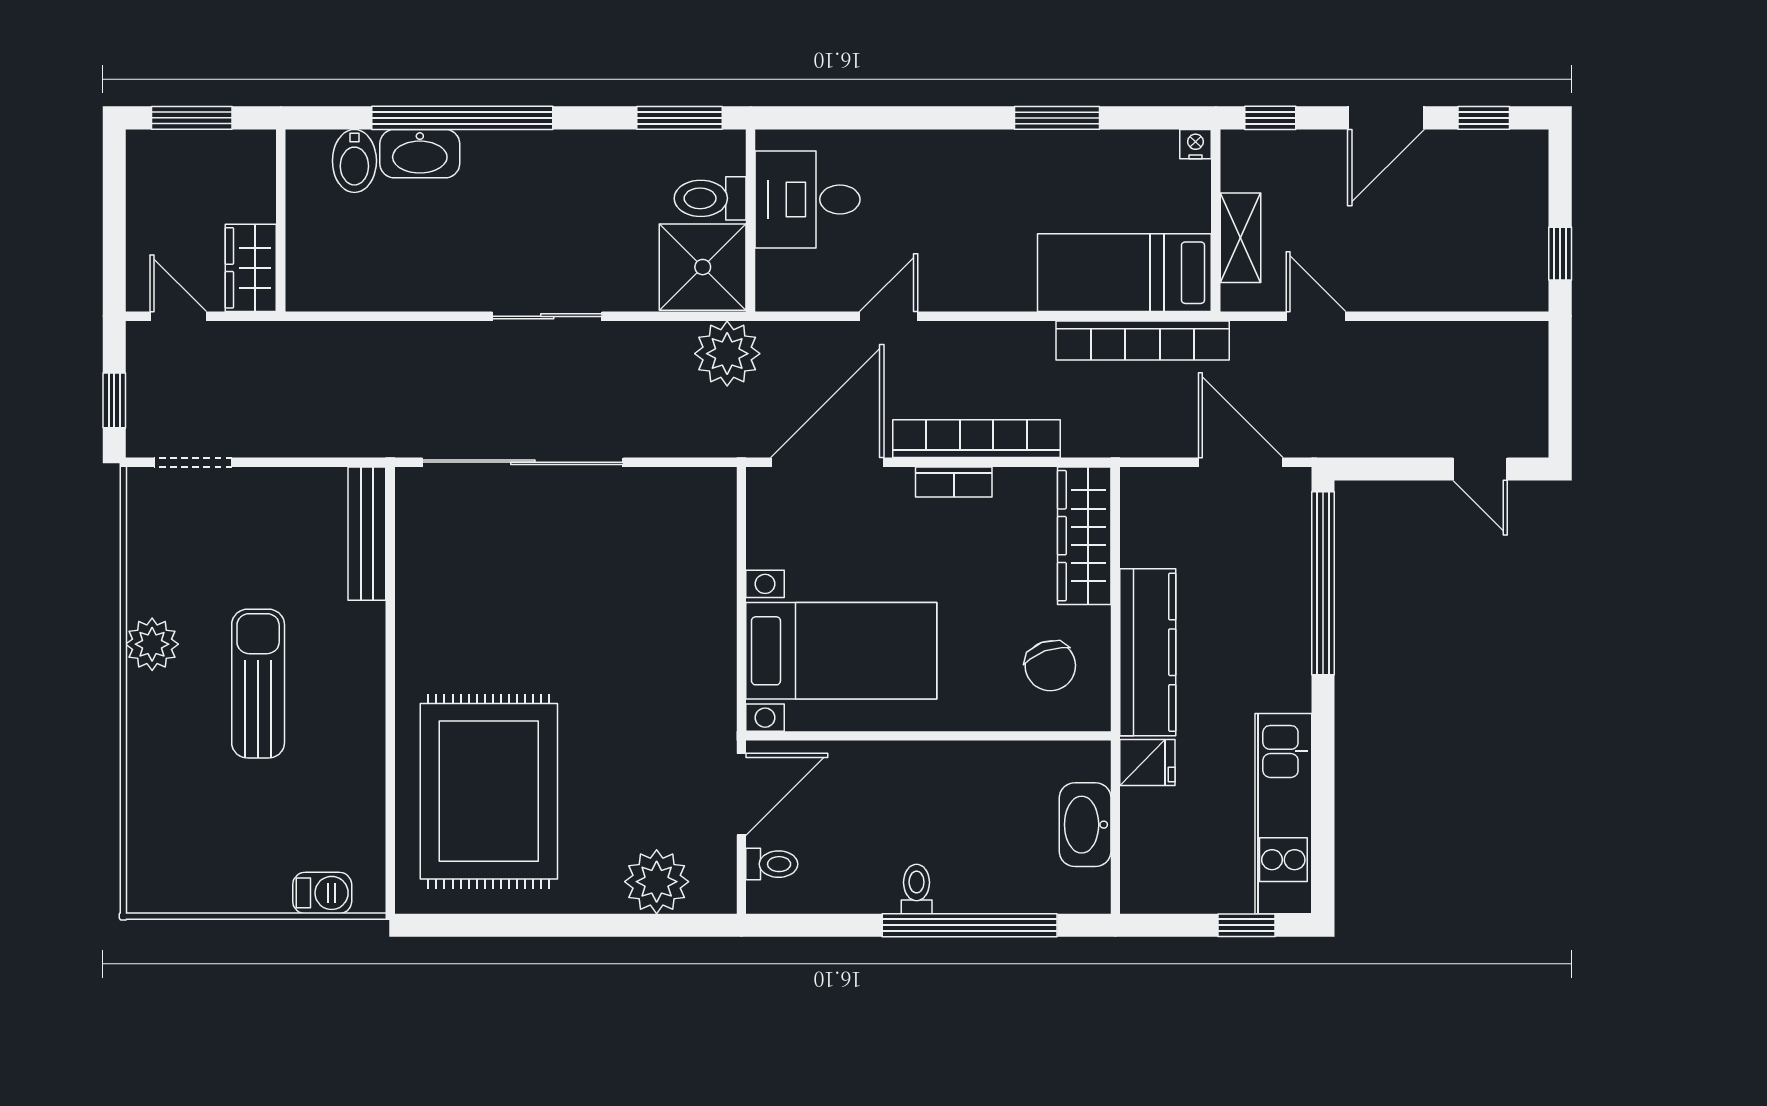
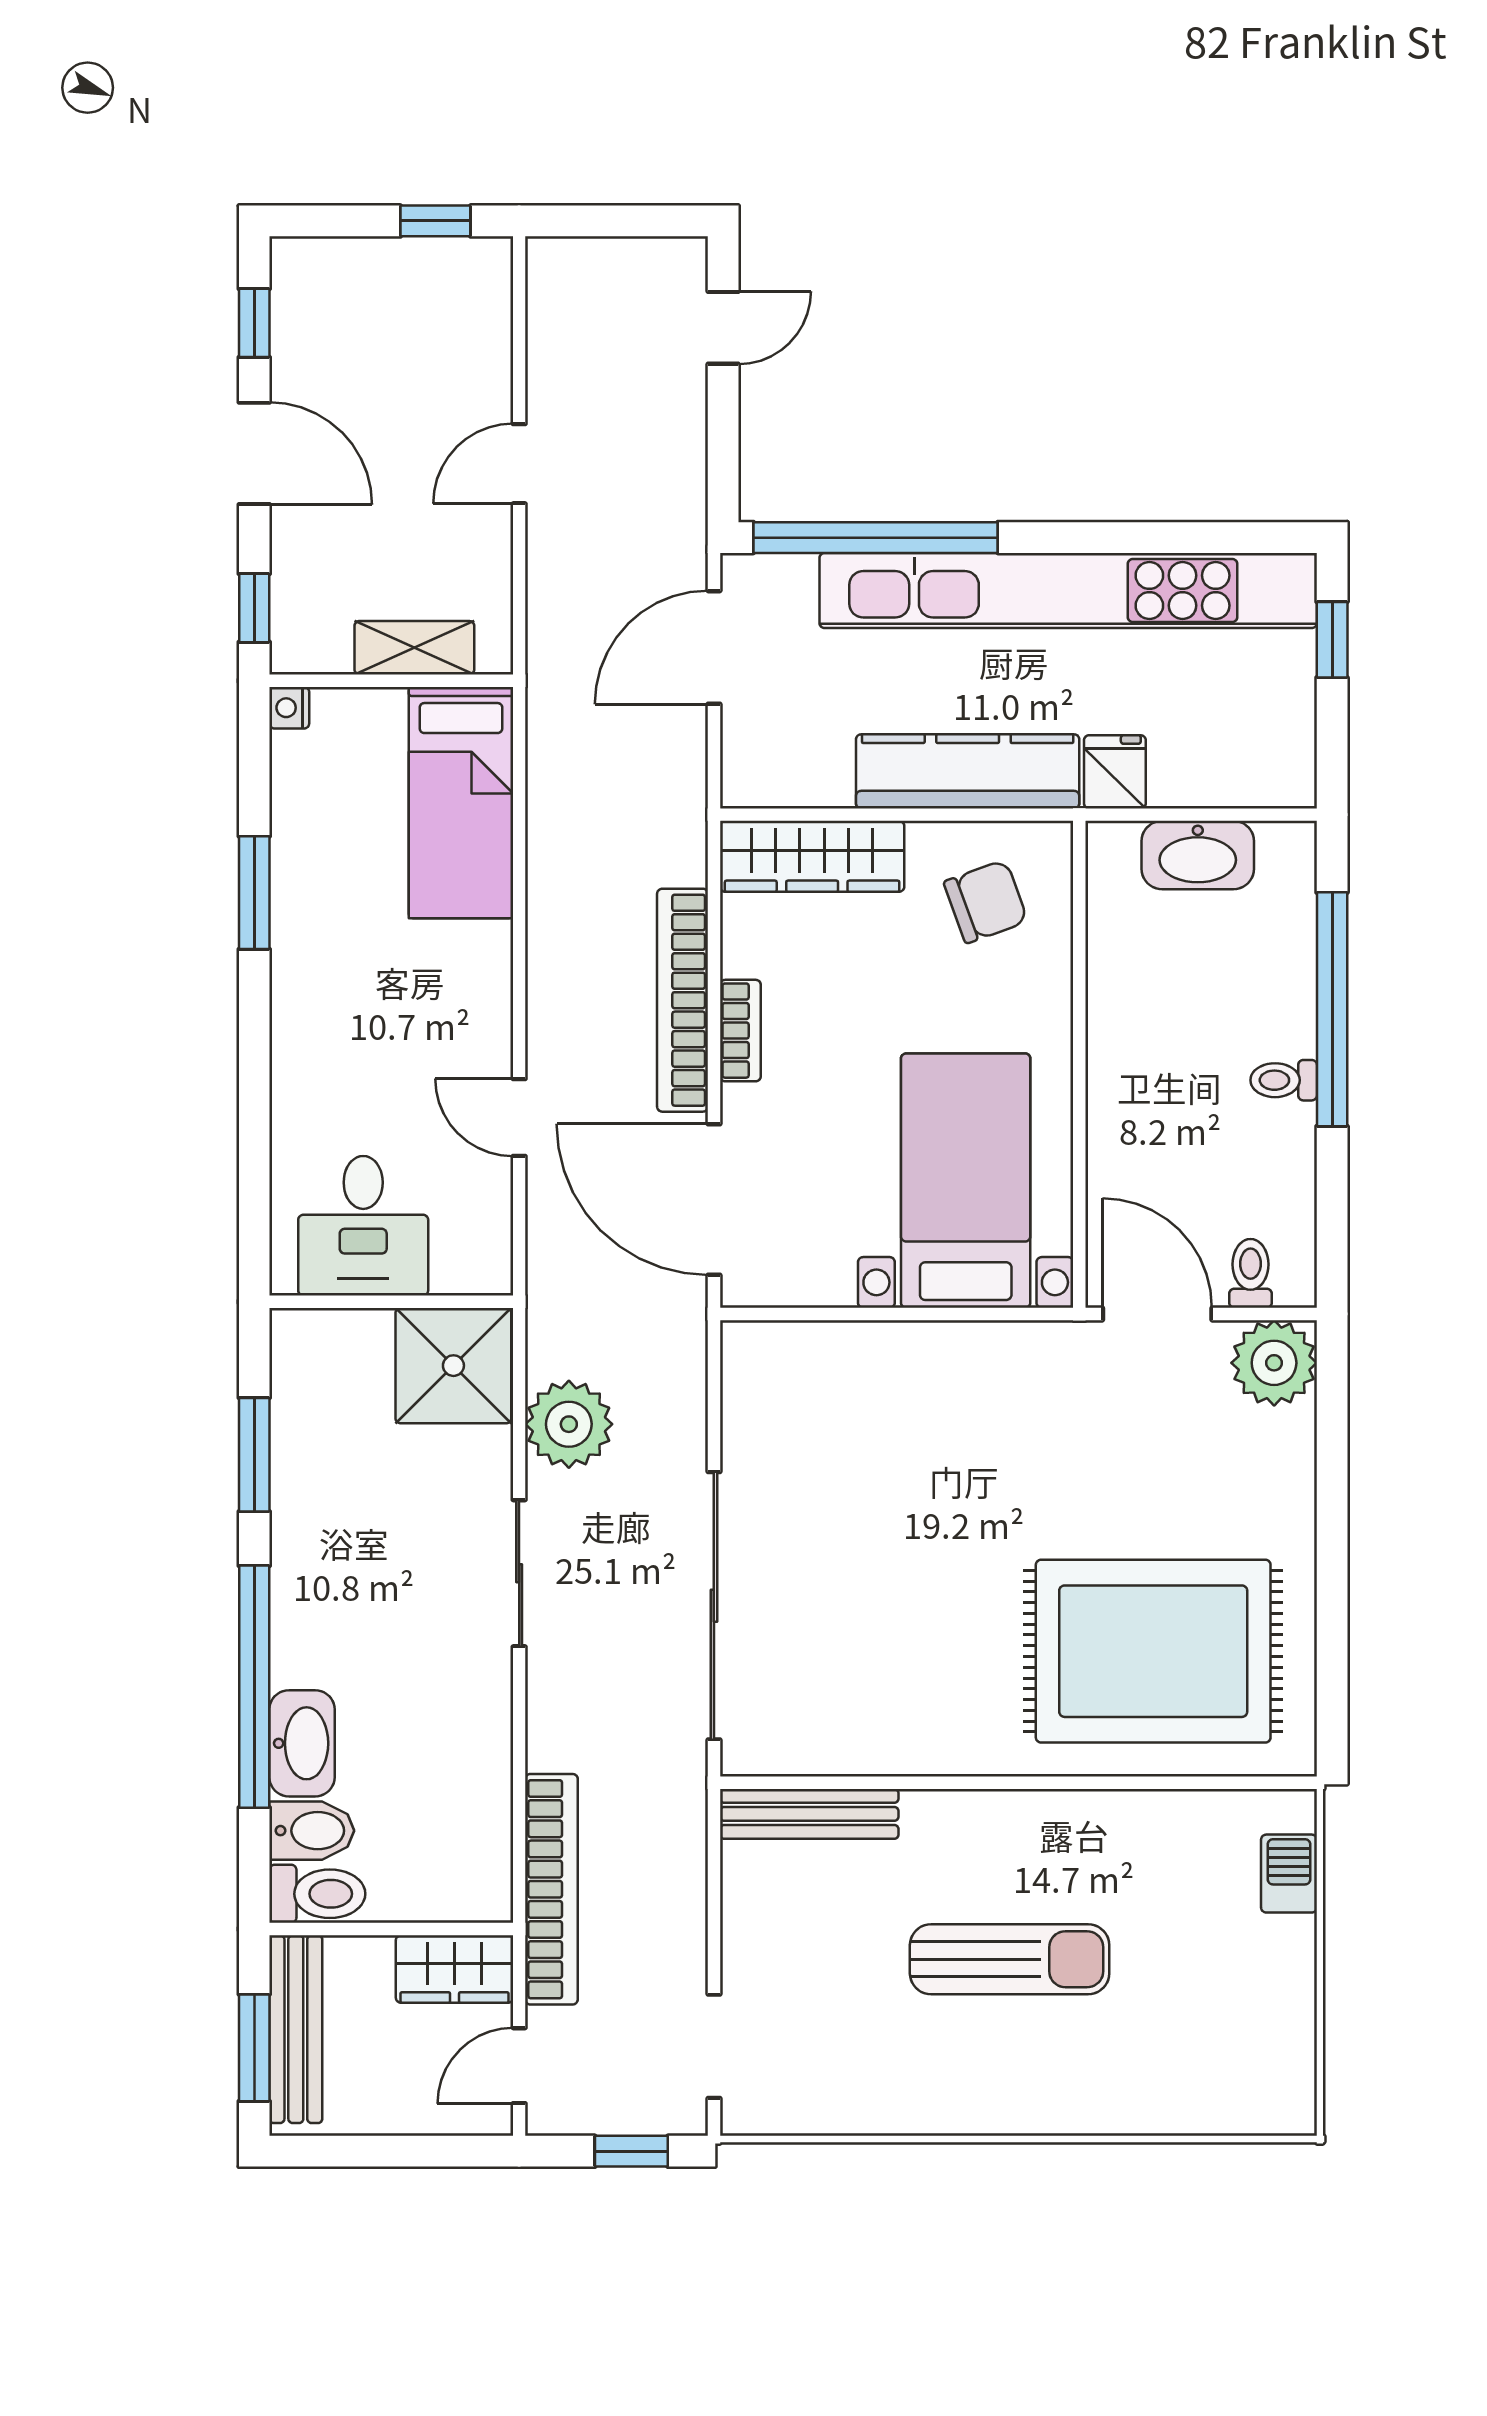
window: (680, 118) -> (254, 1455), moved
bench: (206, 149) -> (296, 2029), added
toilet: (710, 198) -> (317, 1894), moved, turned -90
door: (1316, 316) -> (519, 464), moved
bookcase: (1143, 340) -> (551, 1889), moved
plant: (727, 354) -> (569, 1424), moved
plant: (152, 644) -> (957, 2101), removed
sun lounger: (258, 684) -> (1010, 1959), turned 180
kitchen unit: (1283, 814) -> (1068, 591), width x1.86
plant: (657, 882) -> (1274, 1363), moved

